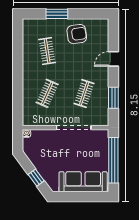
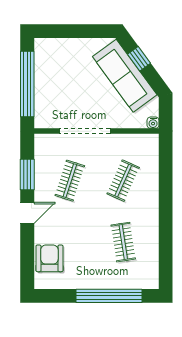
window: (57, 14) -> (109, 296), width x2.11
armchair: (77, 34) -> (49, 258), moved, turned 98
door: (113, 59) -> (27, 213), moved
sofa: (83, 182) -> (125, 76), moved, turned 54

